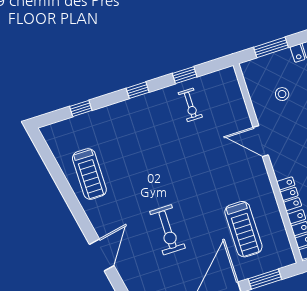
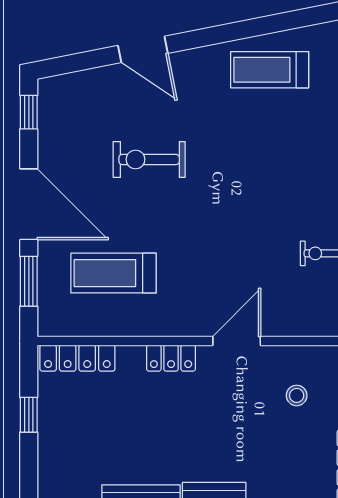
locker: (289, 194) -> (171, 358), moved

